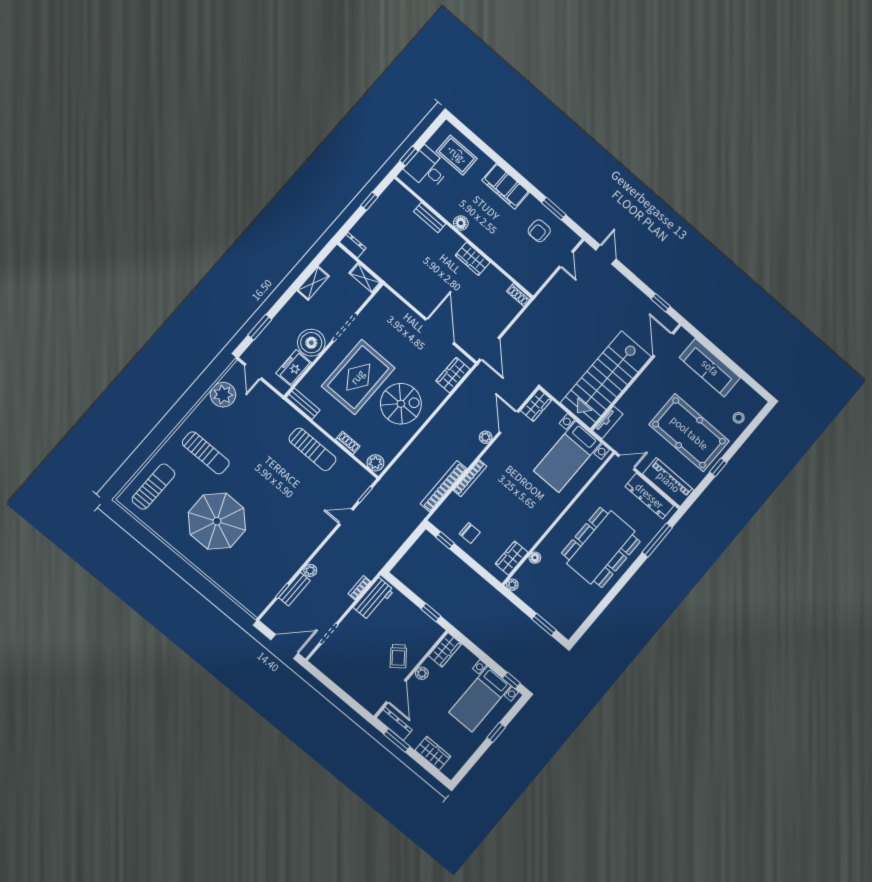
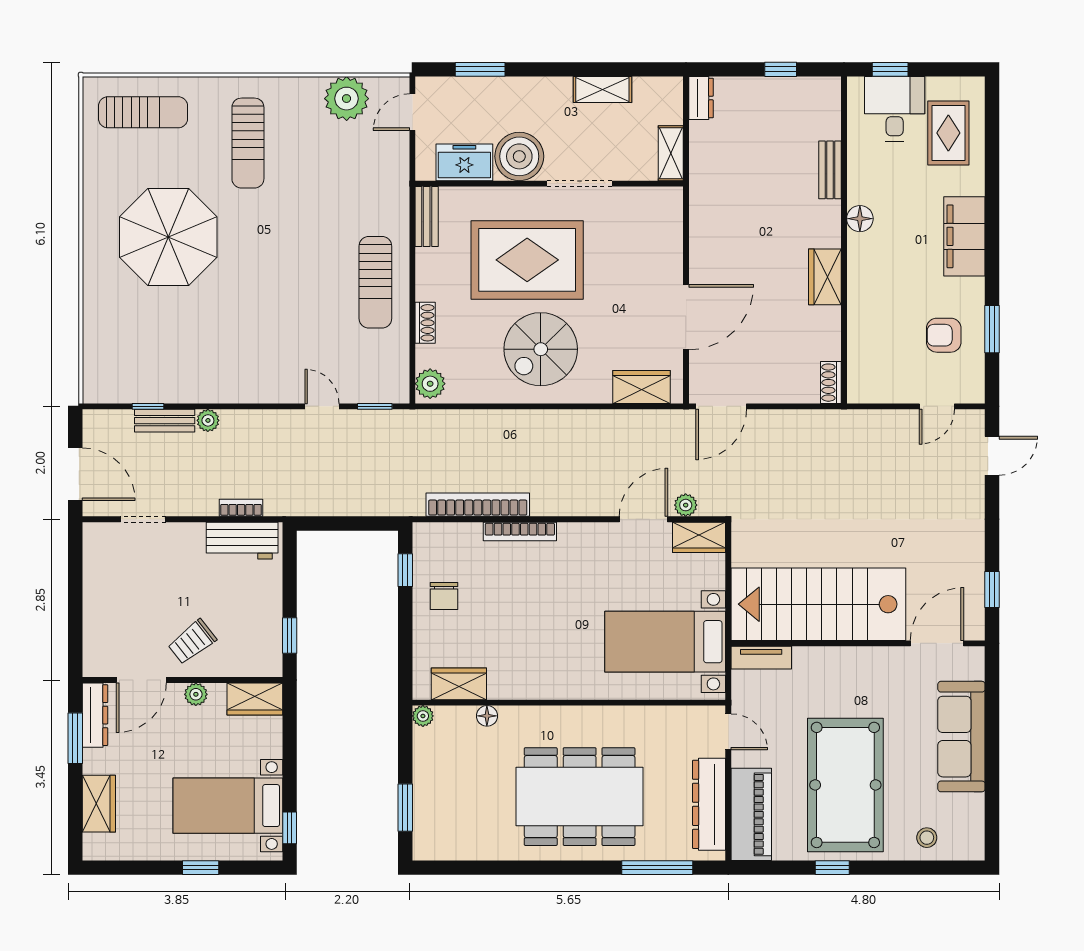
spiral stairs: (401, 404) -> (541, 349), turned 90
plant: (486, 437) -> (686, 505), moved

